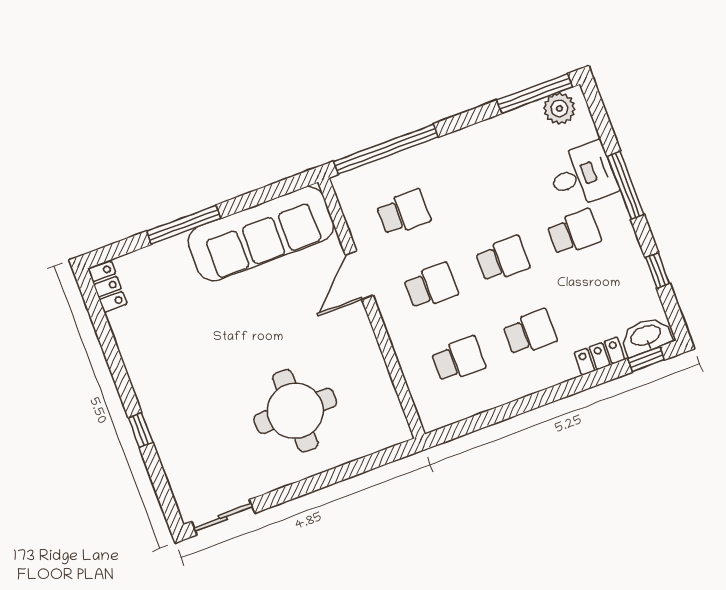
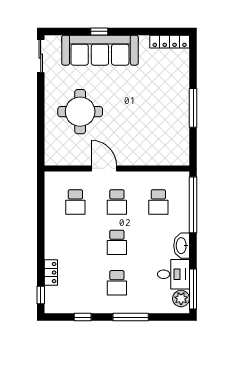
desk: (582, 175) -> (173, 274), moved, turned -90
window: (184, 225) -> (193, 108), moved
sofa: (261, 234) -> (100, 50), moved, turned -90
door: (359, 275) -> (104, 168), moved
locker: (107, 287) -> (170, 42), width x1.53
school desk: (530, 333) -> (75, 242), removed
washbasin: (646, 336) -> (182, 246), moved, turned 180

